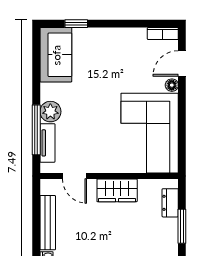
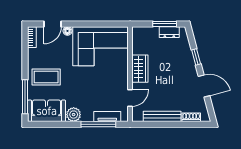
window: (76, 24) -> (25, 97), width x2.17
coffee table: (105, 54) -> (46, 77), added
door: (182, 63) -> (53, 24), hinge flipped
plant: (50, 112) -> (74, 115), moved
dresser: (170, 203) -> (169, 32), moved

